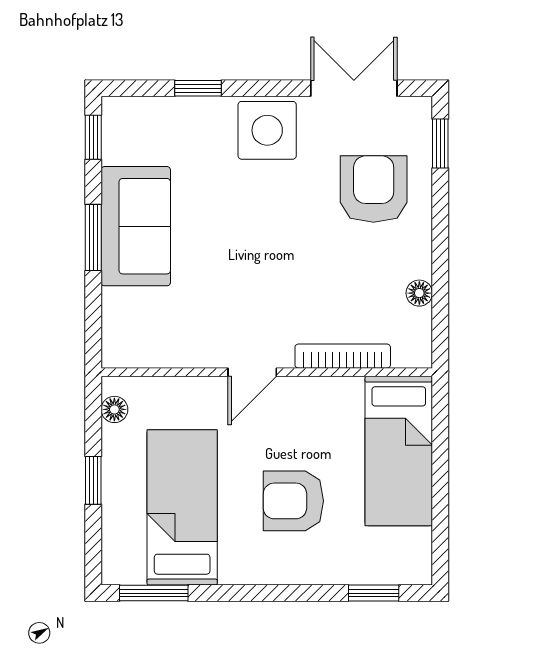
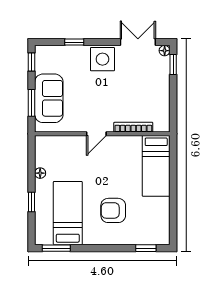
armchair: (374, 189) -> (146, 83), removed
floor lamp: (419, 293) -> (165, 51), moved
bookcase: (343, 356) -> (133, 127), moved
door: (252, 372) -> (96, 134), moved
wall: (267, 372) -> (102, 134), moved
bed: (399, 451) -> (156, 166), moved

